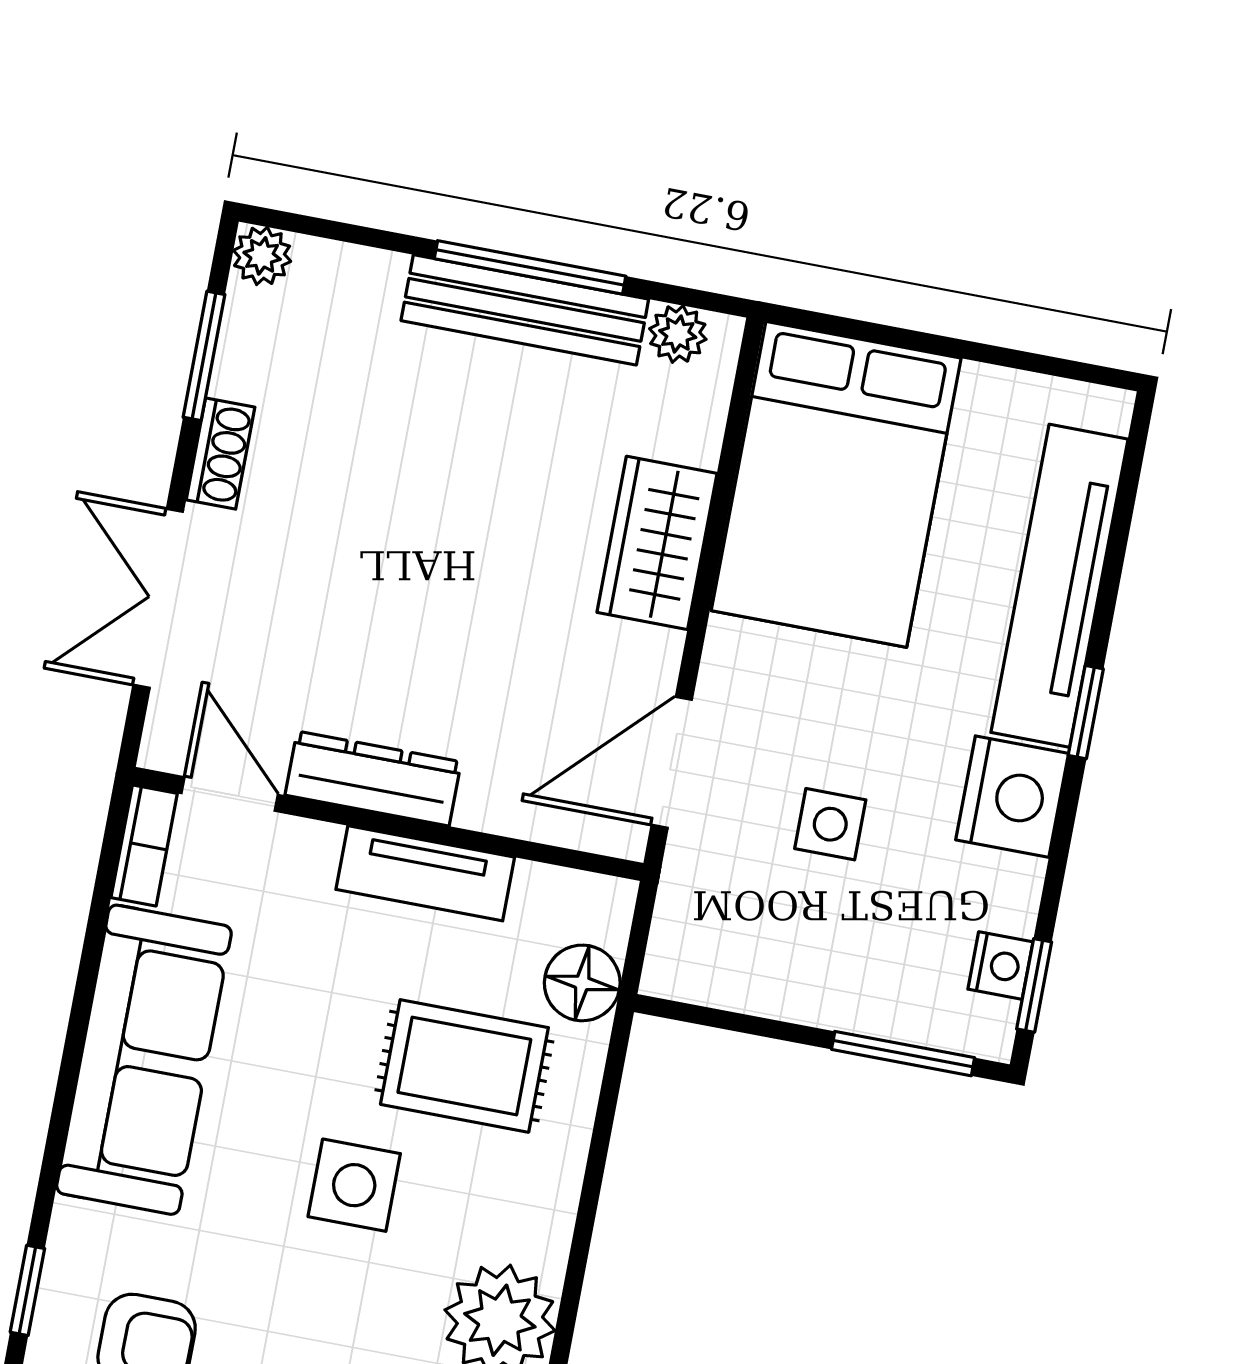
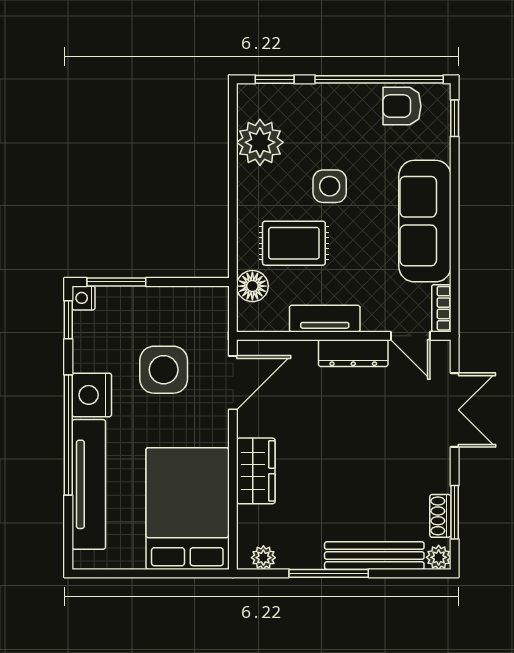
bench: (525, 310) -> (374, 556), moved
shoe rack: (221, 453) -> (440, 516), moved
window: (1086, 712) -> (68, 435), width x3.17
side table: (830, 824) -> (164, 370), width x1.87, depth x1.87
nightstand: (1000, 966) -> (84, 298), moved

